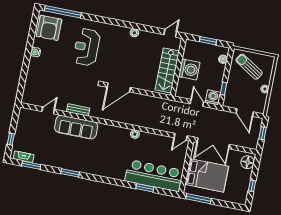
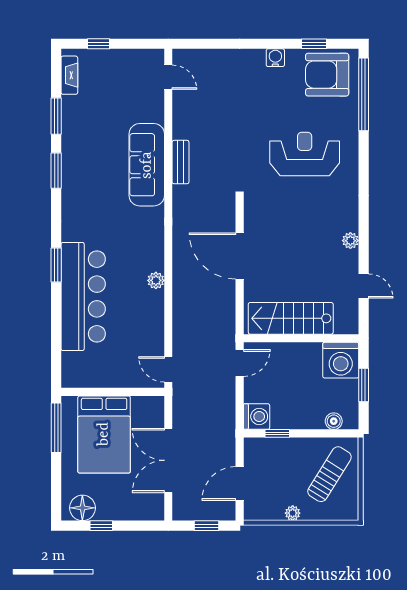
window: (32, 31) -> (314, 44), added
door: (170, 33) -> (364, 286), moved
washing machine: (189, 69) -> (341, 360), moved
door: (119, 87) -> (240, 256), moved
door: (197, 103) -> (240, 363), moved
door: (48, 110) -> (168, 77), moved
double door: (213, 143) -> (168, 460), moved
floor lamp: (247, 162) -> (82, 508), moved
window: (31, 165) -> (56, 116), moved
bar counter: (154, 176) -> (83, 296), moved
window: (145, 188) -> (56, 265), moved

